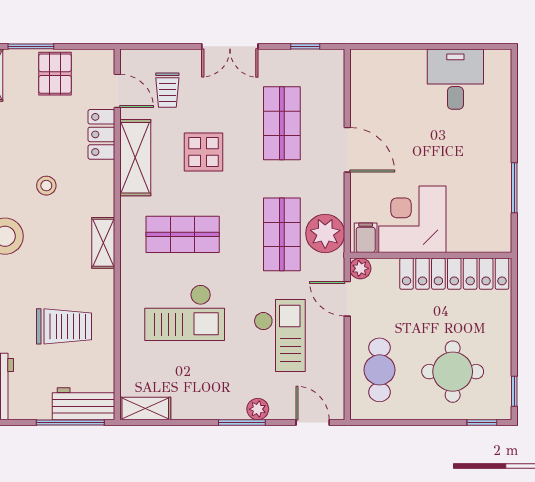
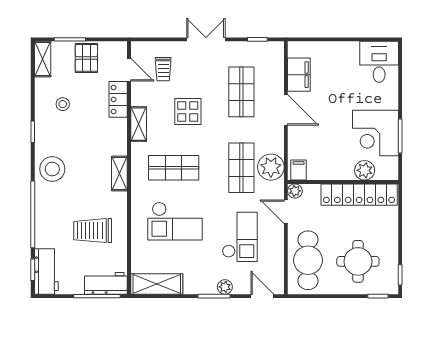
double door: (230, 46) -> (206, 39), swing flipped
desk: (455, 79) -> (379, 62), moved
filing cabinet: (366, 98) -> (299, 75), added
shelving: (135, 158) -> (139, 124), width x0.67, depth x0.75
stool: (46, 186) -> (63, 104), moved
corner desk: (412, 219) -> (375, 133), moved, turned -90
plant: (462, 238) -> (365, 170), added
trolley: (64, 326) -> (93, 231), turned 180
cafe table: (379, 370) -> (308, 260), width x1.37, depth x1.35
shelving: (145, 408) -> (157, 284), width x1.50, depth x1.33

